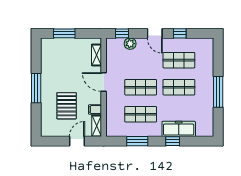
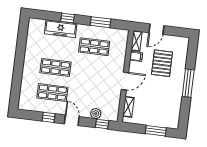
door: (104, 82) -> (125, 81), hinge flipped
shop shelf: (141, 87) -> (91, 72), removed
window: (218, 92) -> (20, 59), removed

